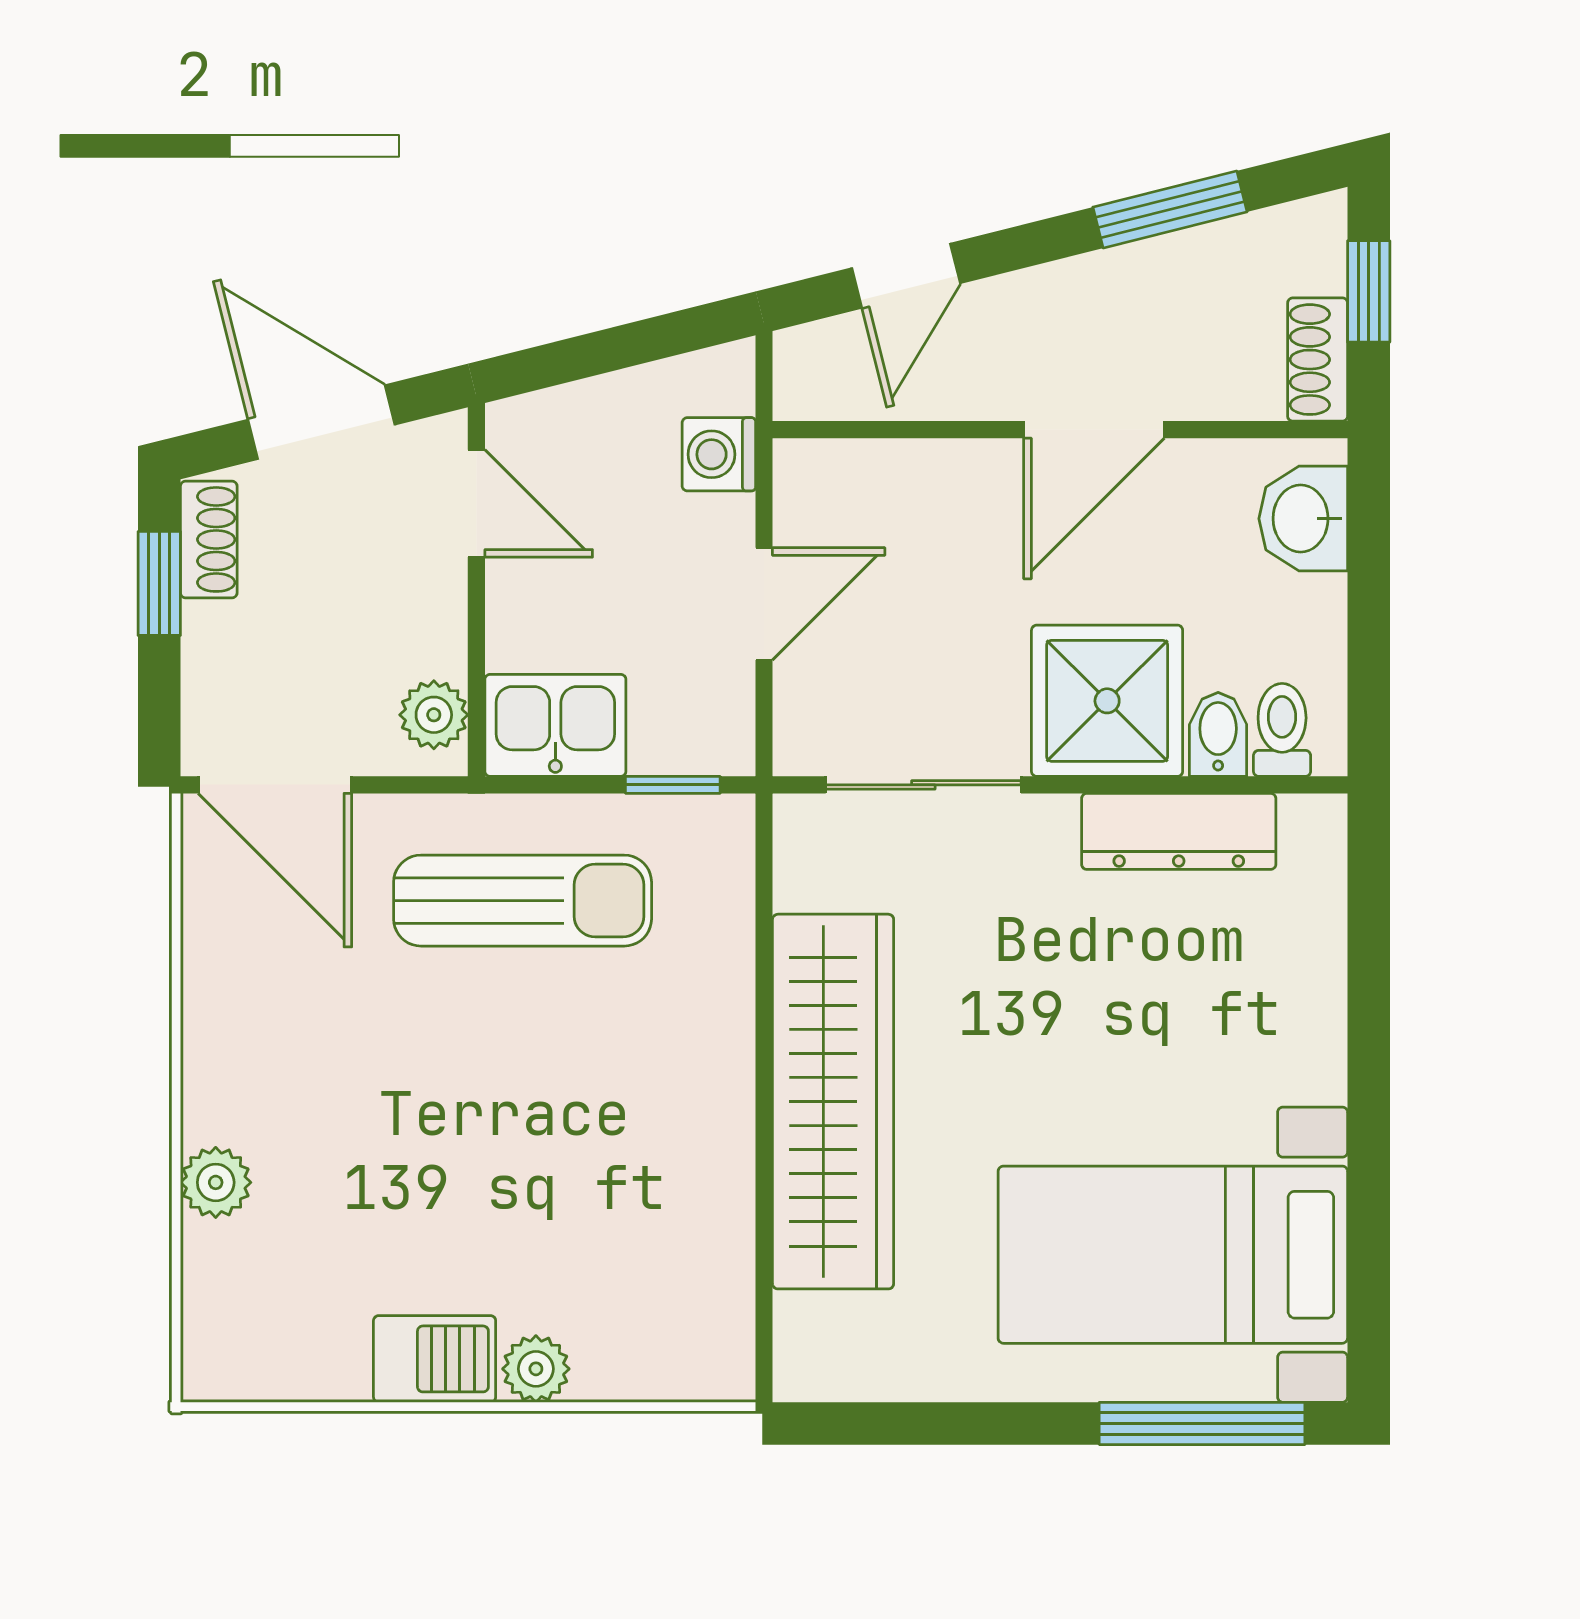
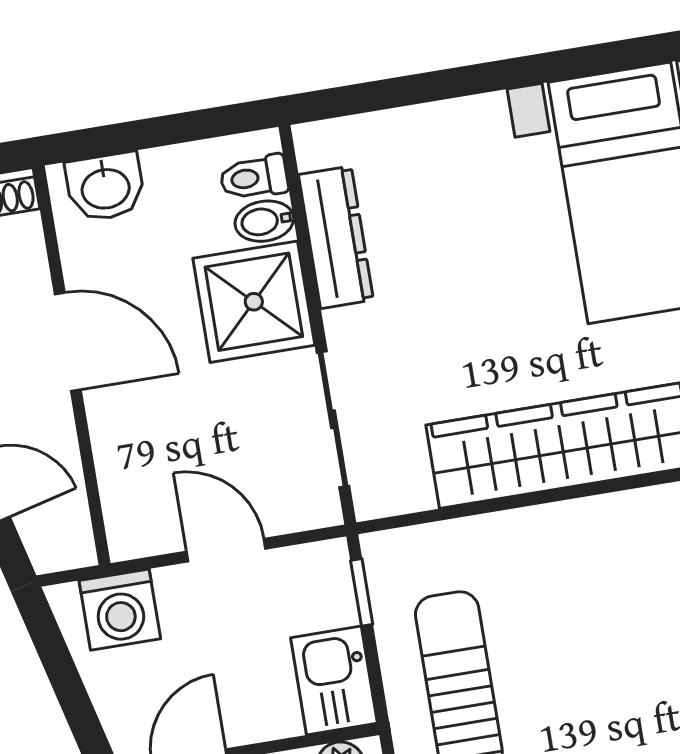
washing machine: (719, 454) -> (120, 610), width x1.38, depth x1.38

